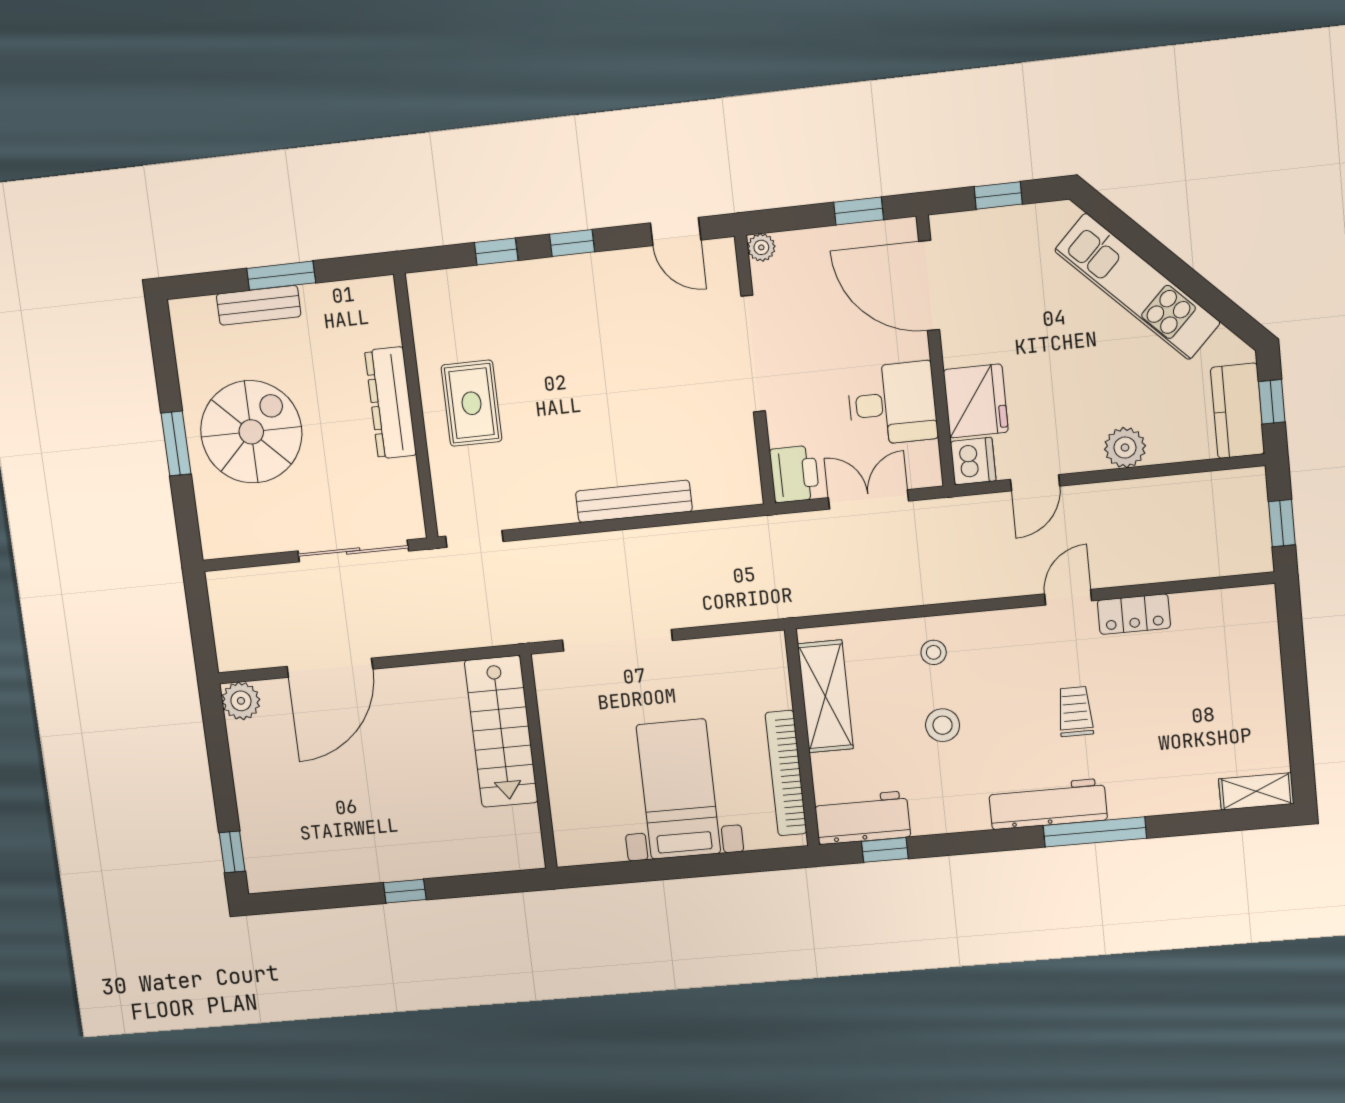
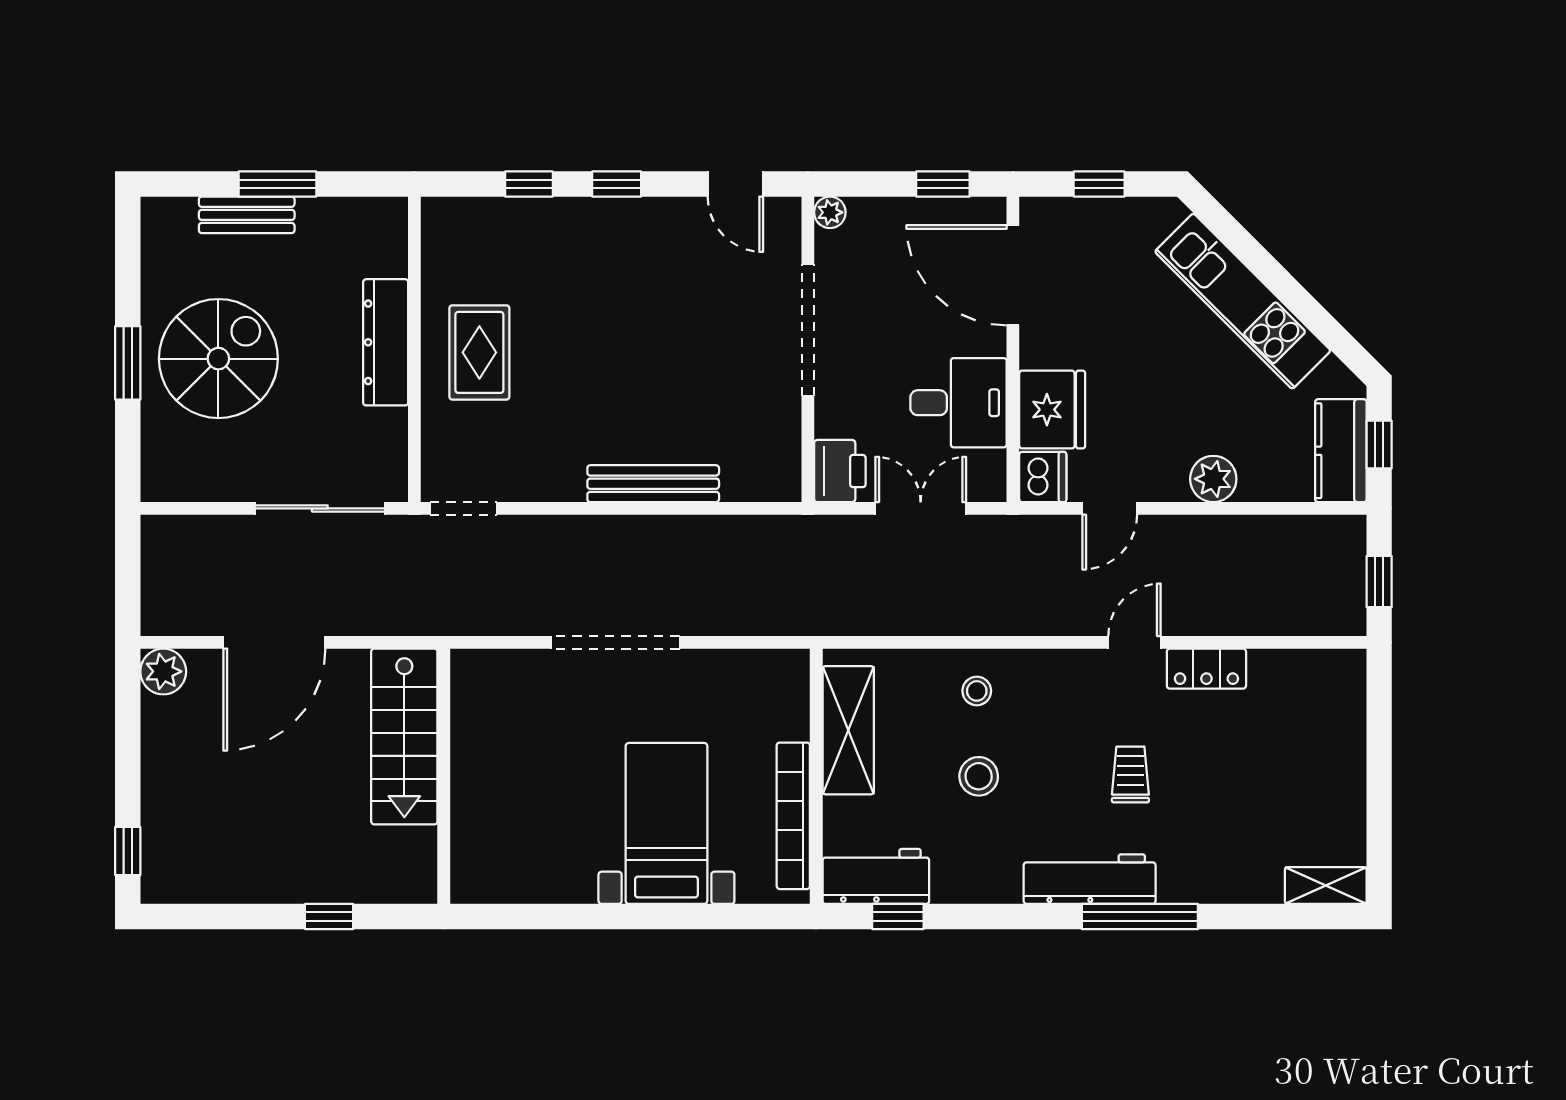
stairs: (501, 732) -> (404, 736), moved
wall: (538, 762) -> (444, 776), moved

